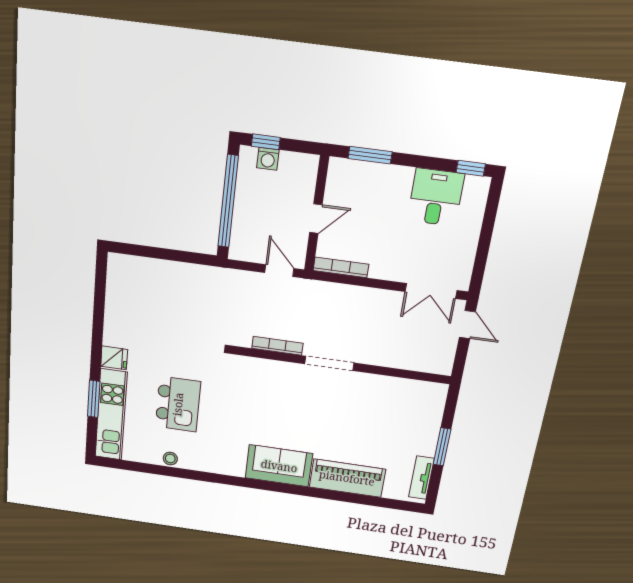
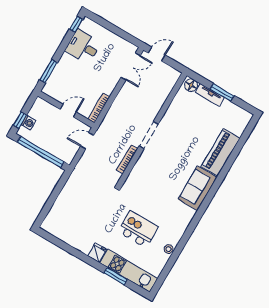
door: (316, 219) -> (68, 111), hinge flipped
floor lamp: (436, 397) -> (191, 85), added
tv unit: (421, 478) -> (210, 95), moved

